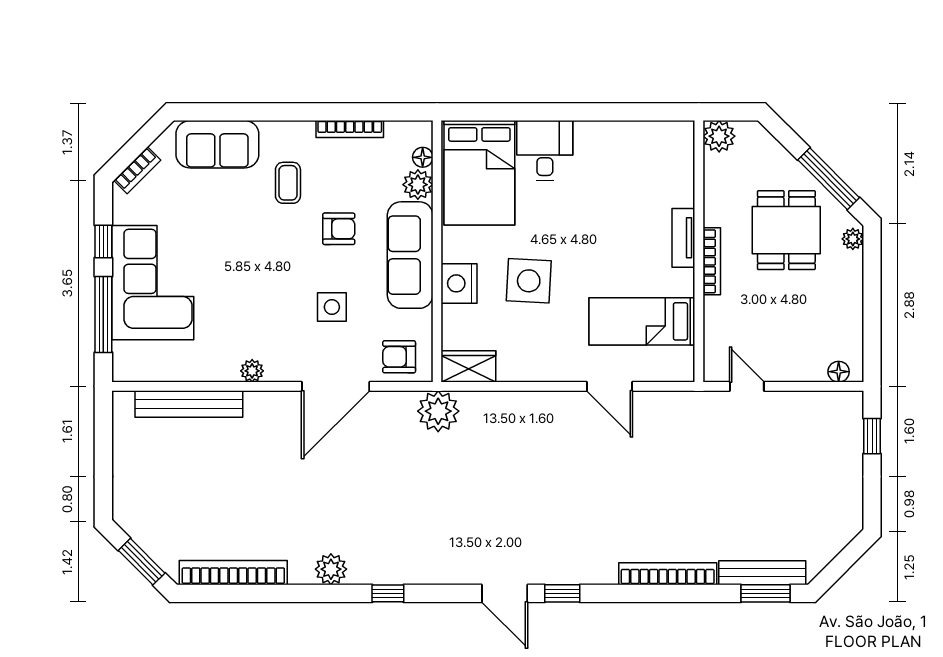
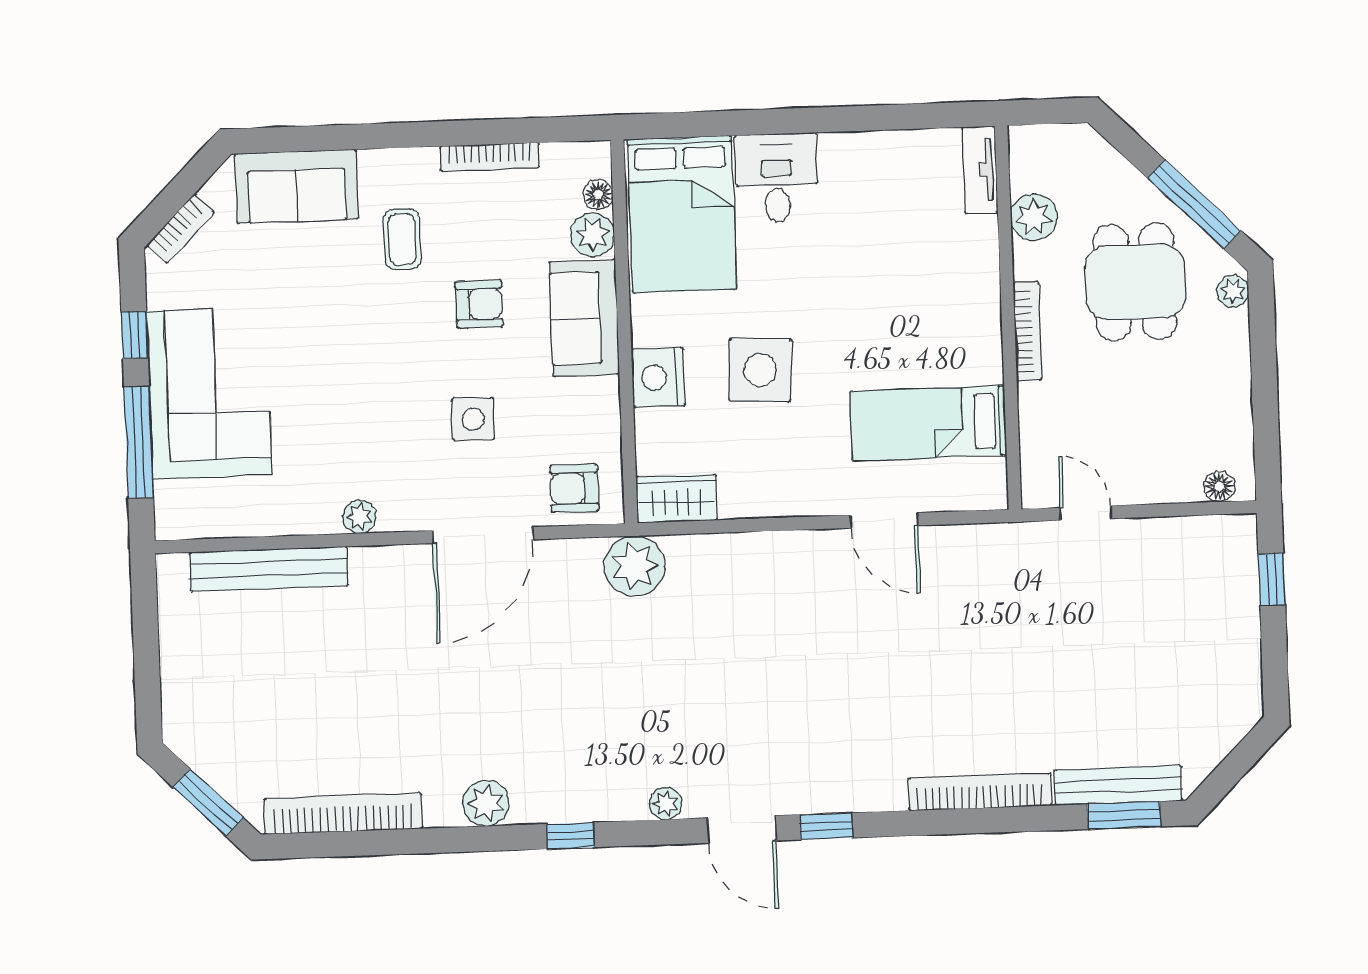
plant: (719, 136) -> (1034, 217), moved
tv unit: (683, 238) -> (980, 170), moved
sofa: (410, 255) -> (584, 318), width x0.73
plant: (453, 574) -> (666, 804), added

